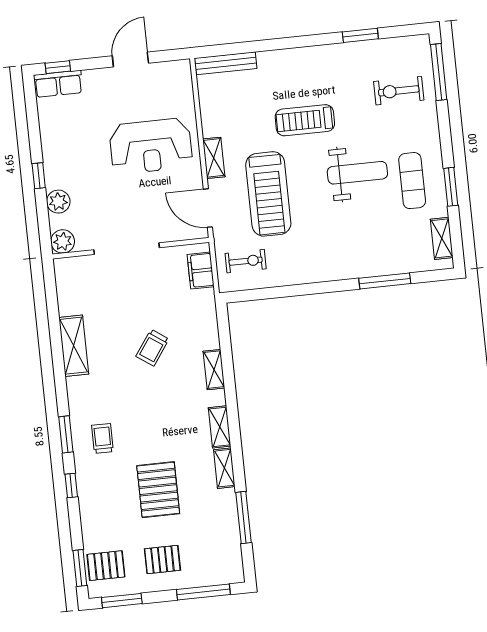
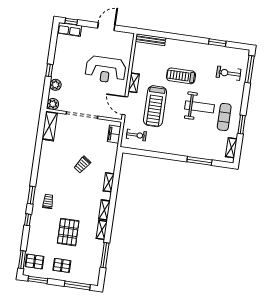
shelving: (74, 346) -> (50, 126), moved

